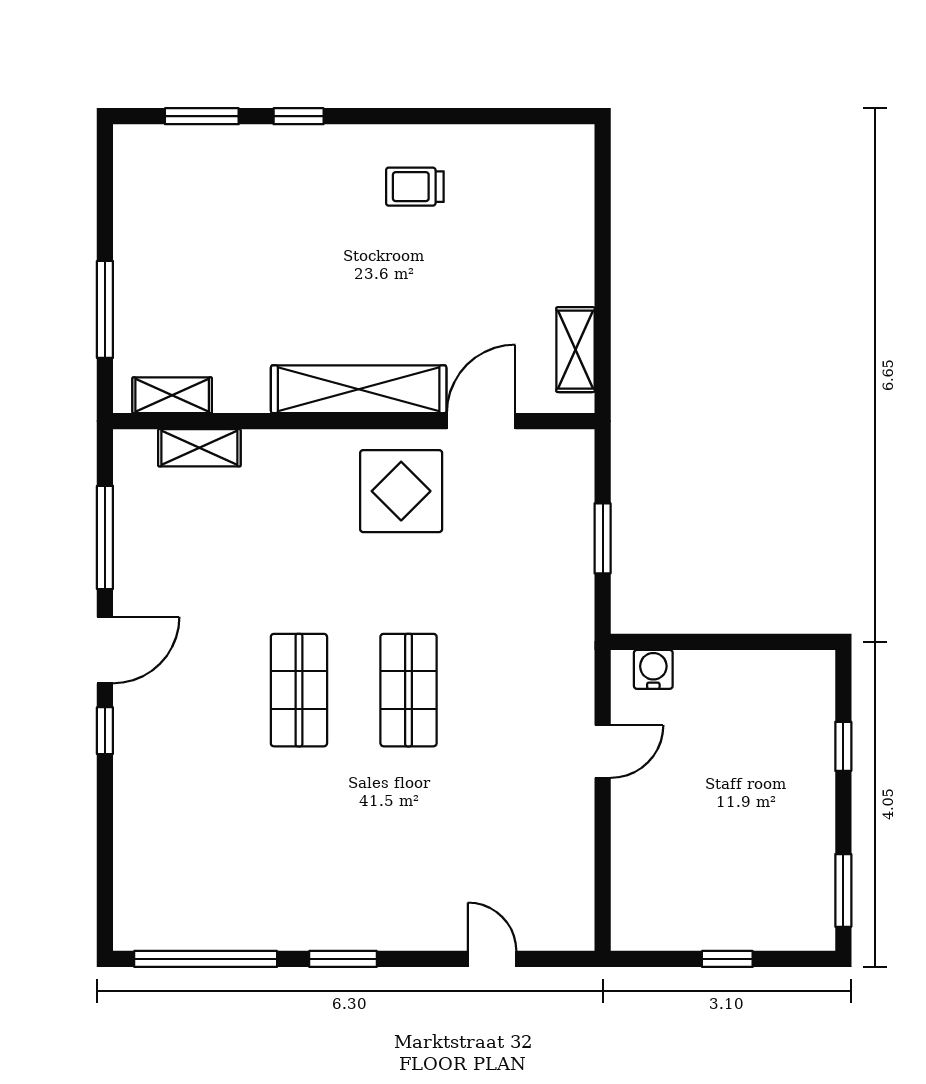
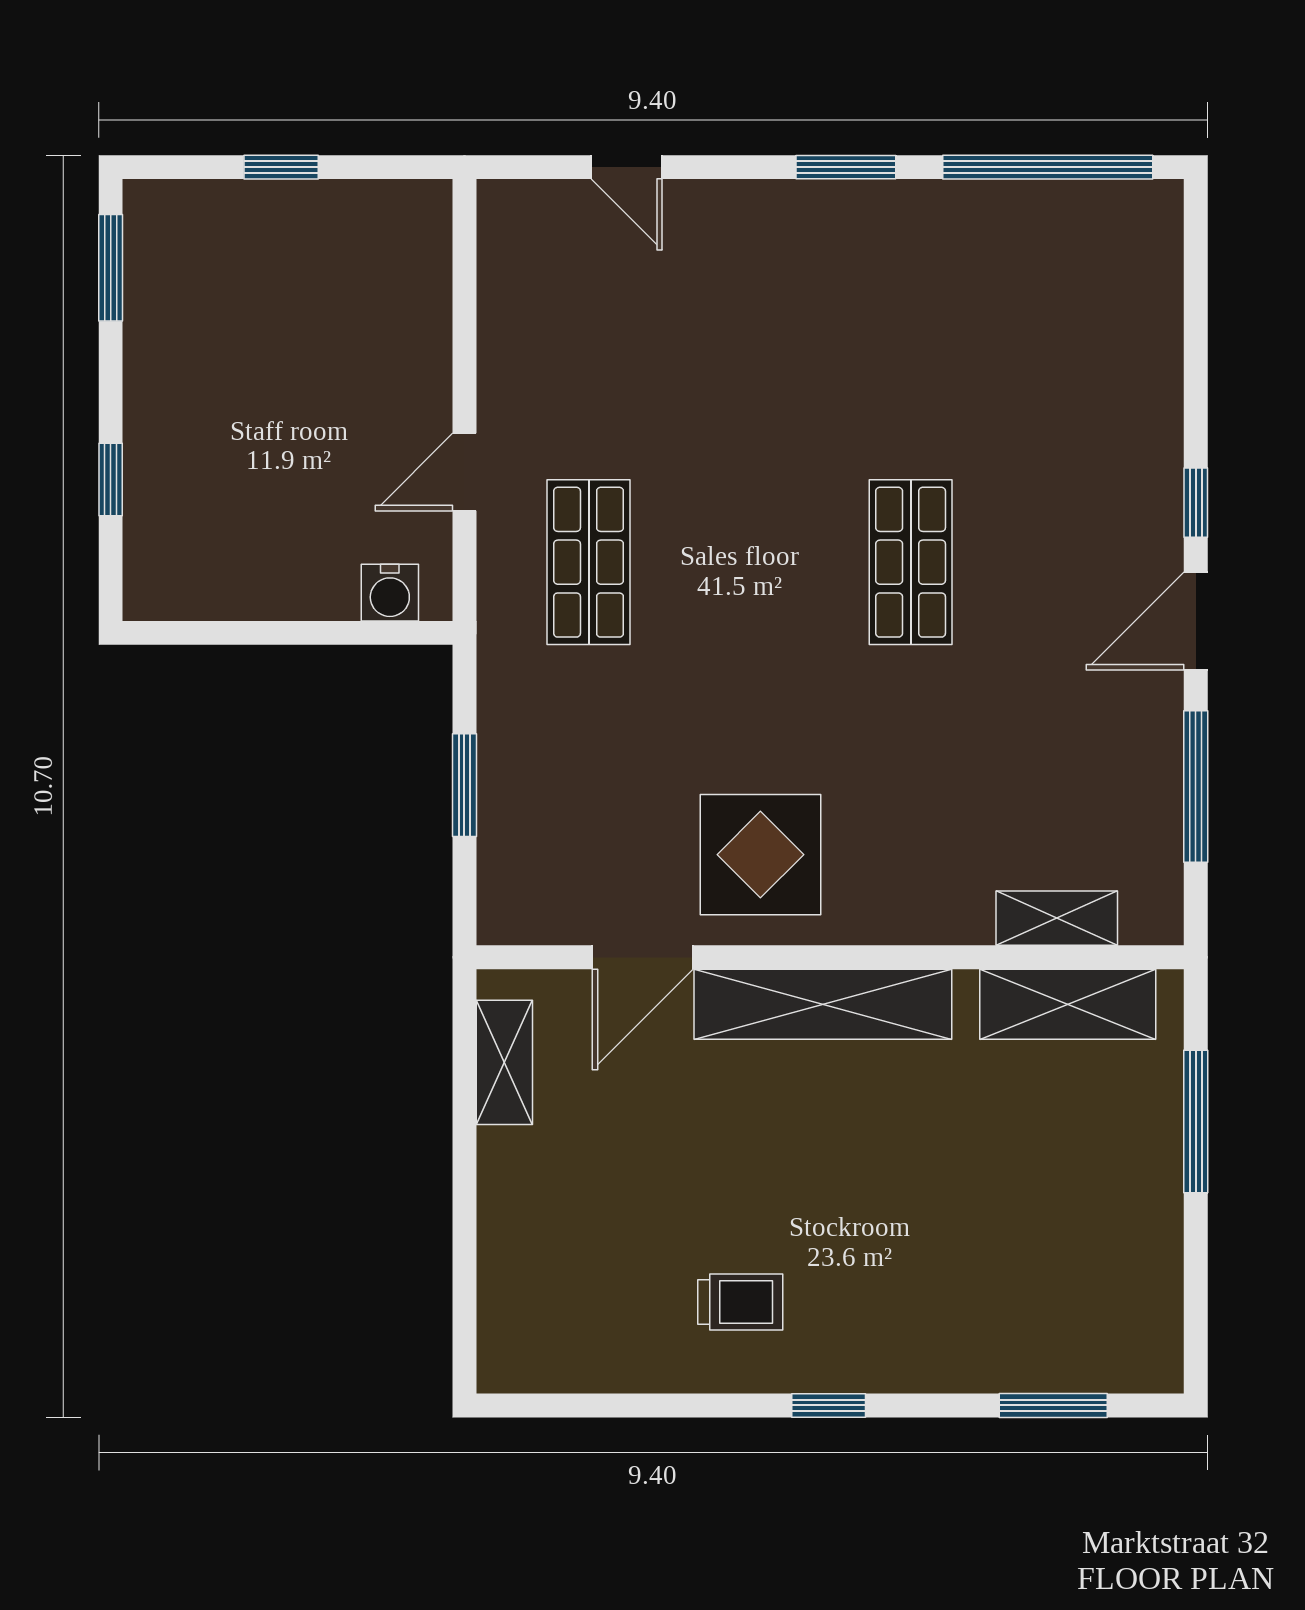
window: (299, 116) -> (829, 1405), moved
shelving: (172, 395) -> (1068, 1004), width x1.50, depth x1.33
shop shelf: (409, 690) -> (589, 562), moved

